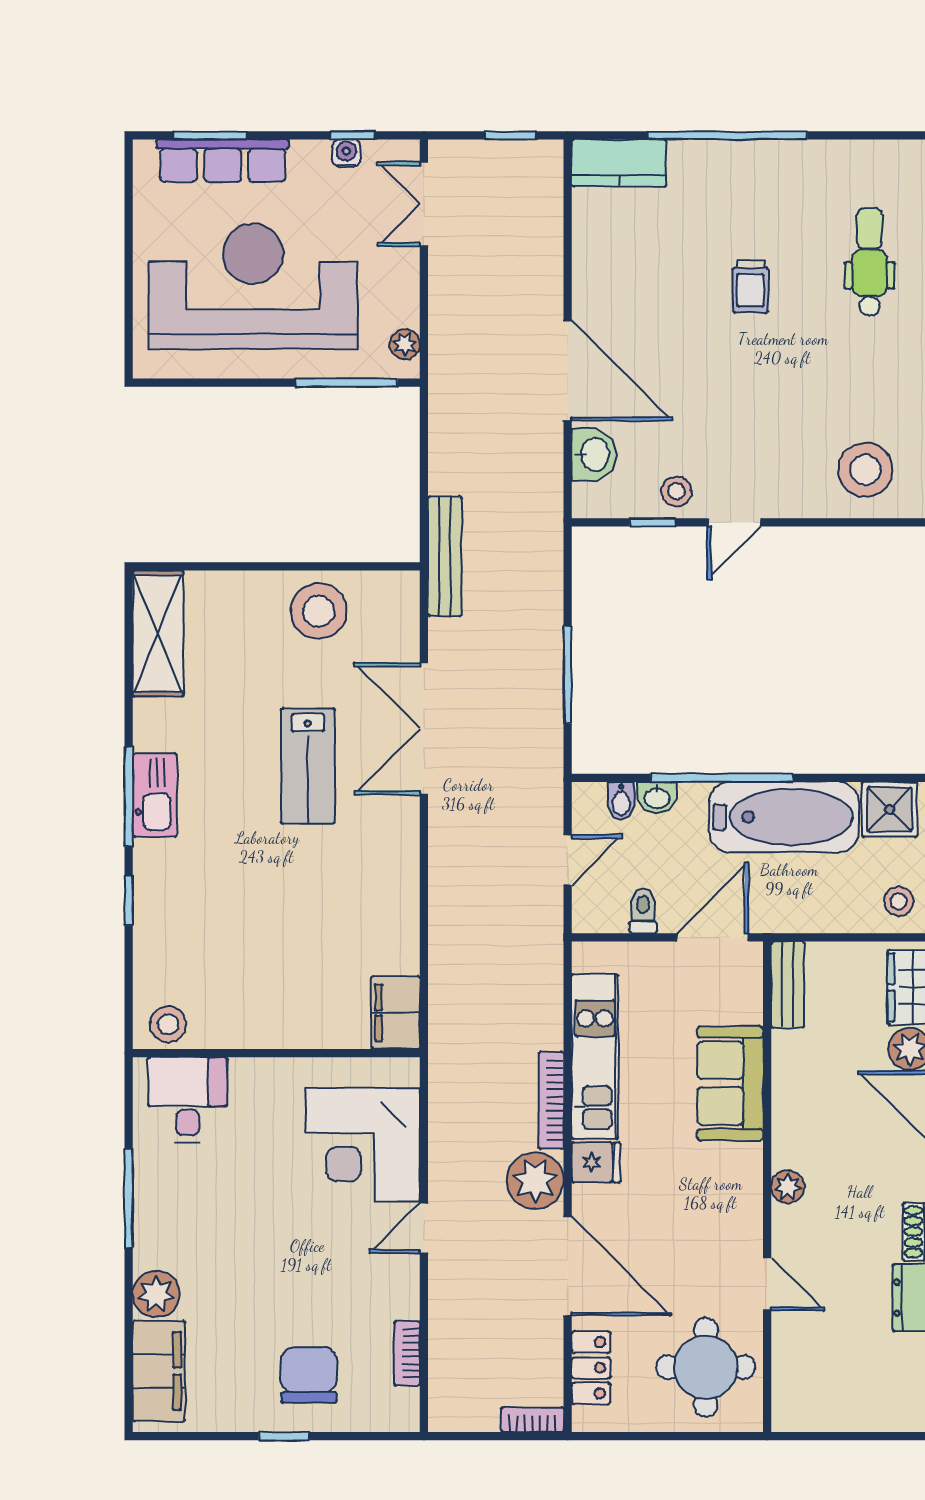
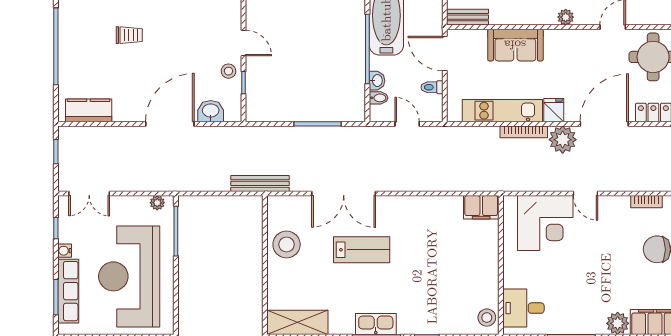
water cooler: (346, 153) -> (65, 251), moved
kitchen counter: (619, 163) -> (89, 110), moved, turned -90

